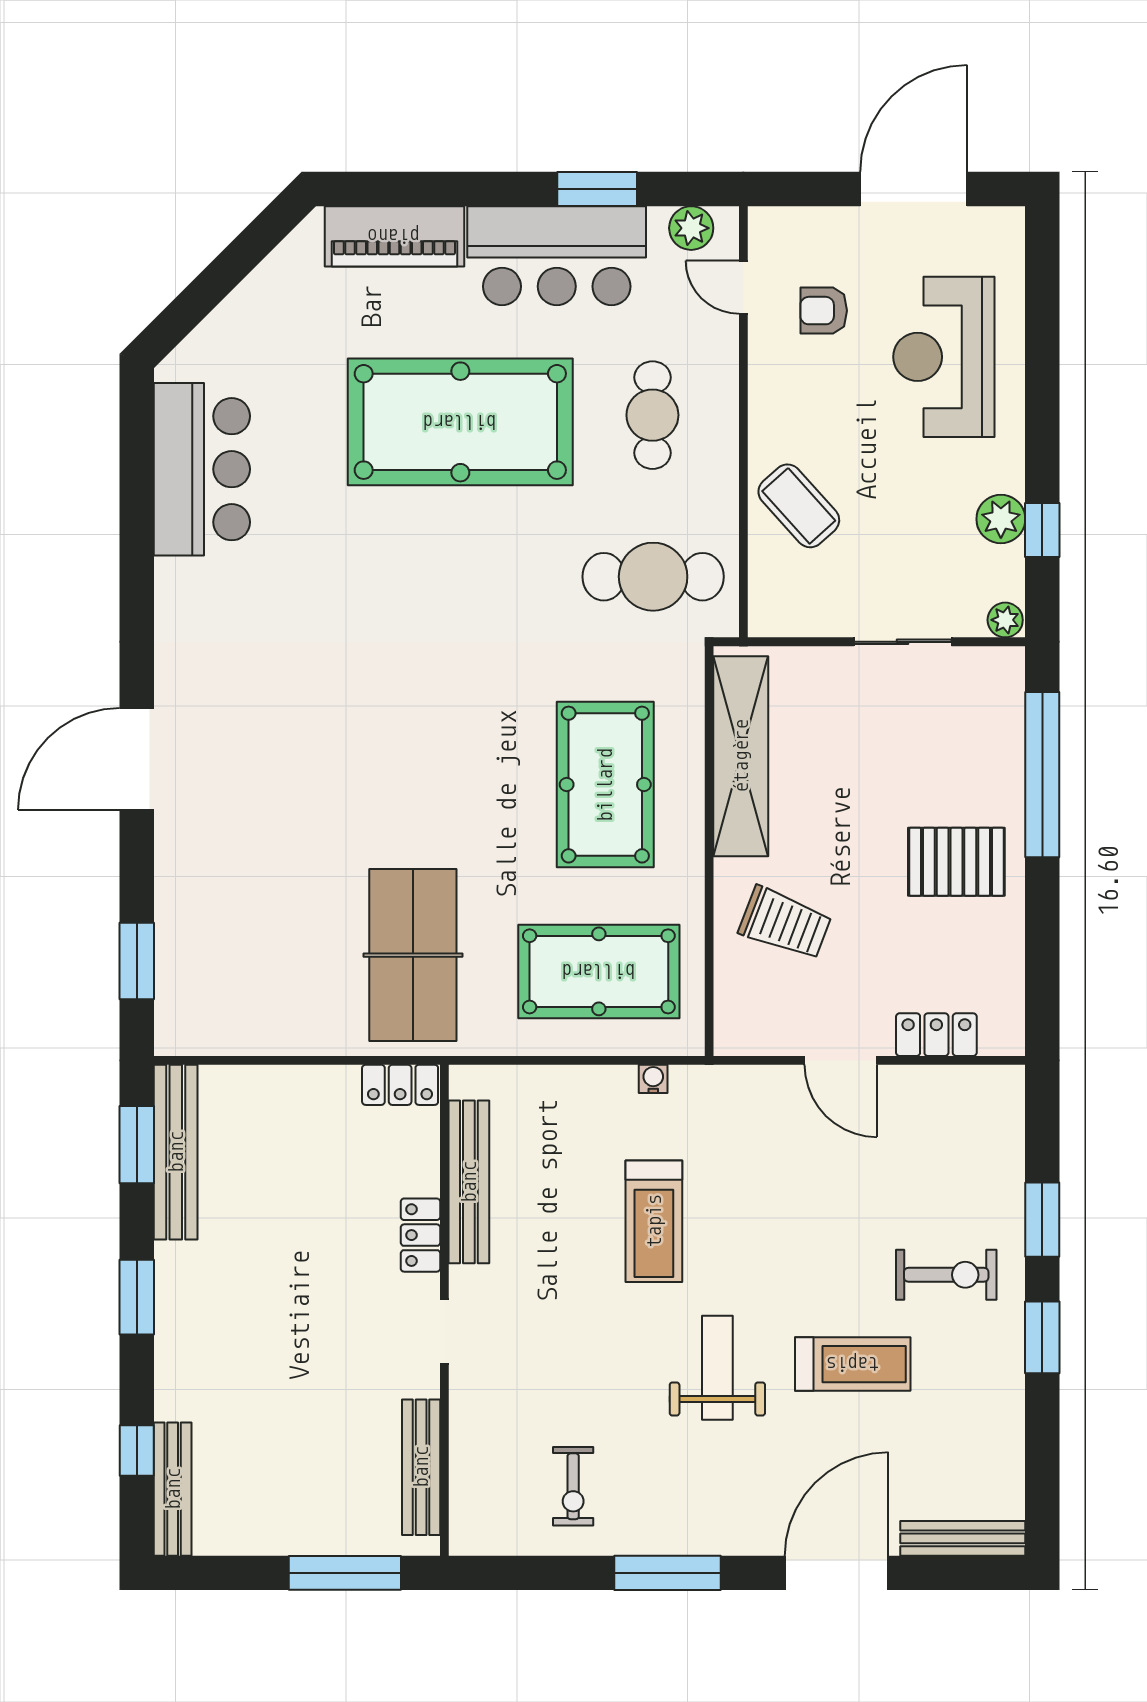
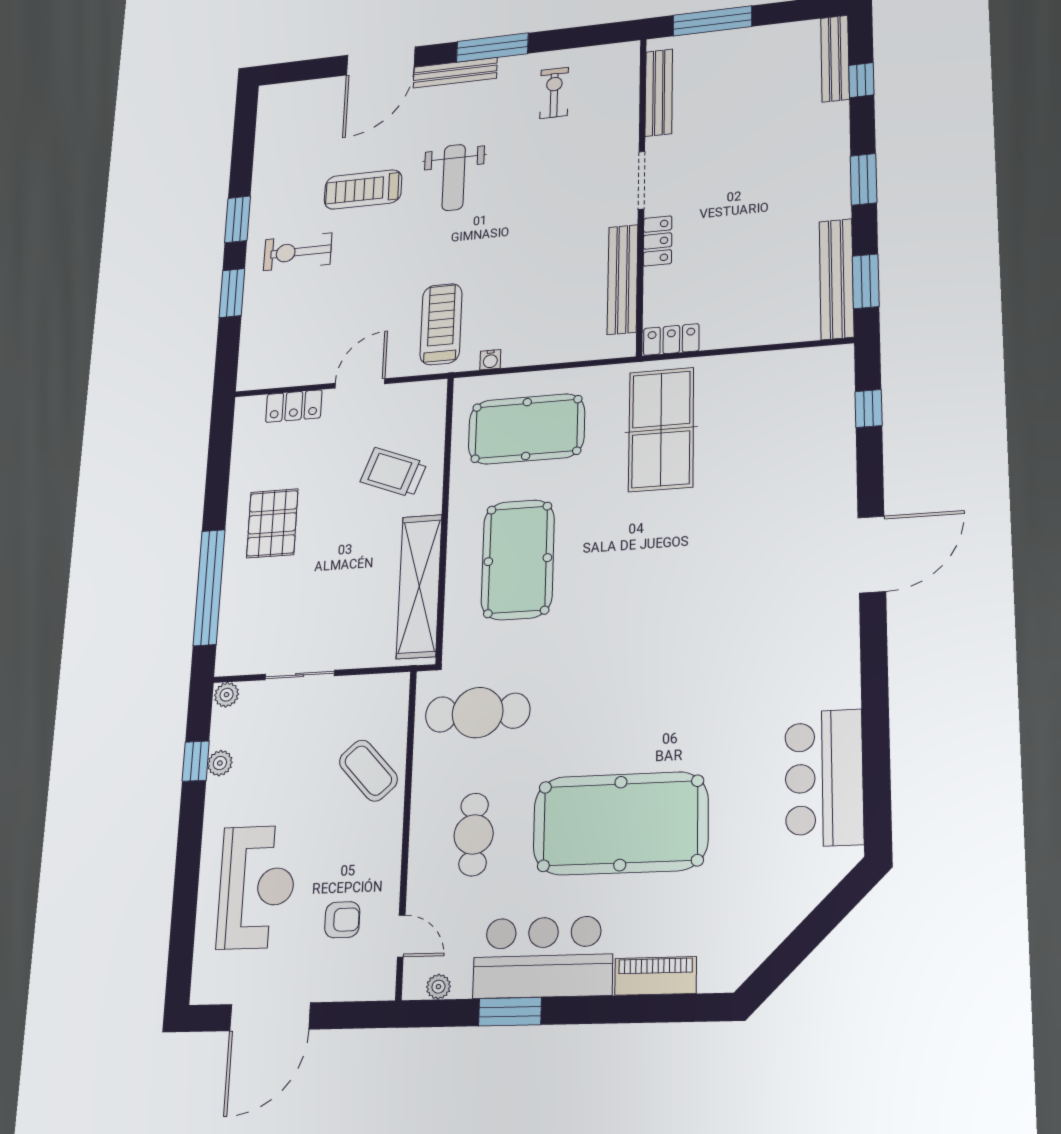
plant: (691, 228) -> (438, 987), width x0.73, depth x0.73
piano: (394, 236) -> (655, 976), width x0.73, depth x0.75
plant: (1001, 519) -> (220, 763), width x0.73, depth x0.73
pallet: (956, 862) -> (272, 523), turned 90
window: (137, 961) -> (869, 409), width x0.67
door: (841, 1060) -> (360, 383), hinge flipped
treadmill: (654, 1221) -> (441, 324), moved
doorway: (444, 1331) -> (641, 180), width x1.38
bench: (963, 1538) -> (455, 73), moved

